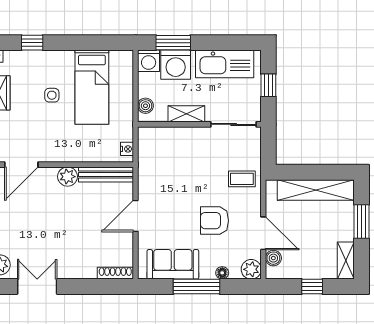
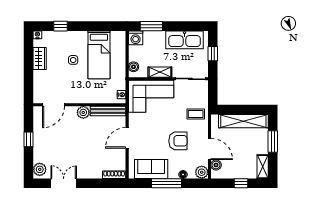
washing machine: (176, 65) -> (153, 40), removed
corner sofa: (173, 152) -> (151, 96), added
armchair: (214, 221) -> (178, 141), turned 180

